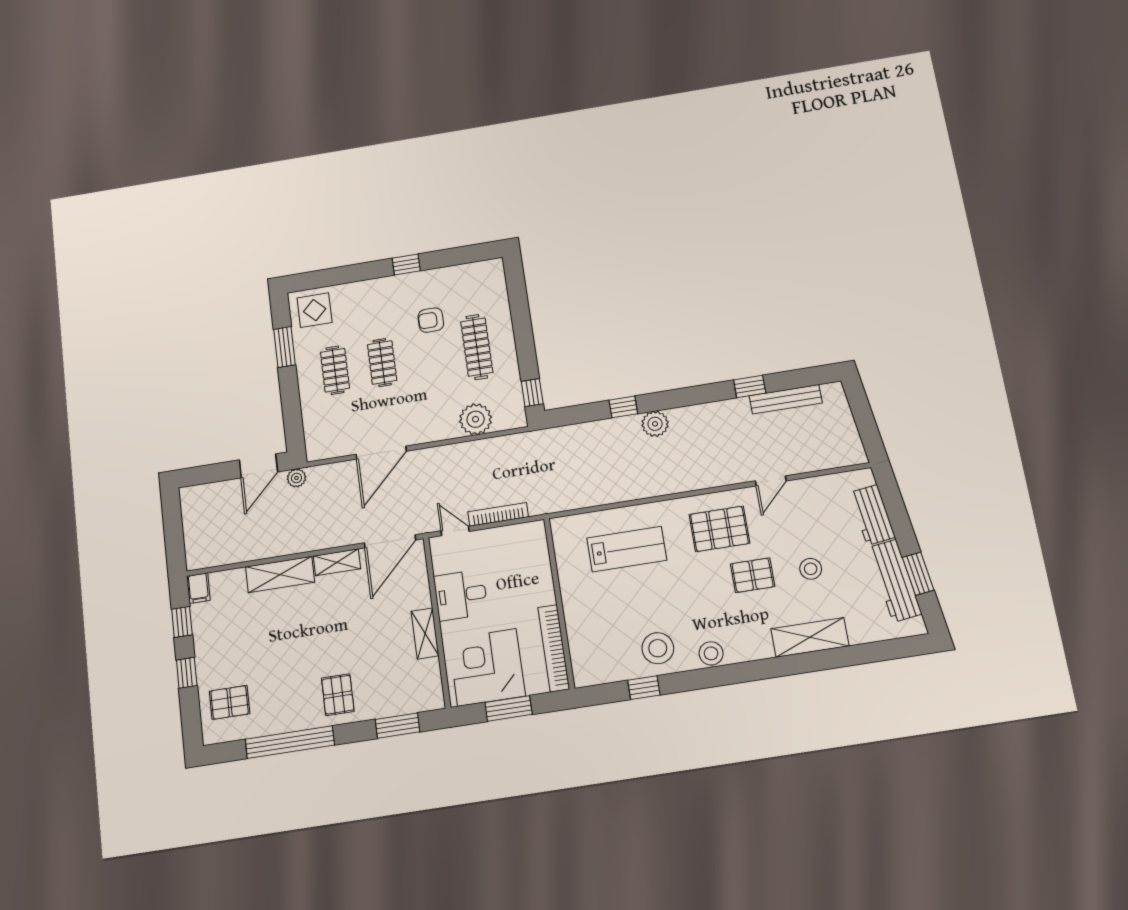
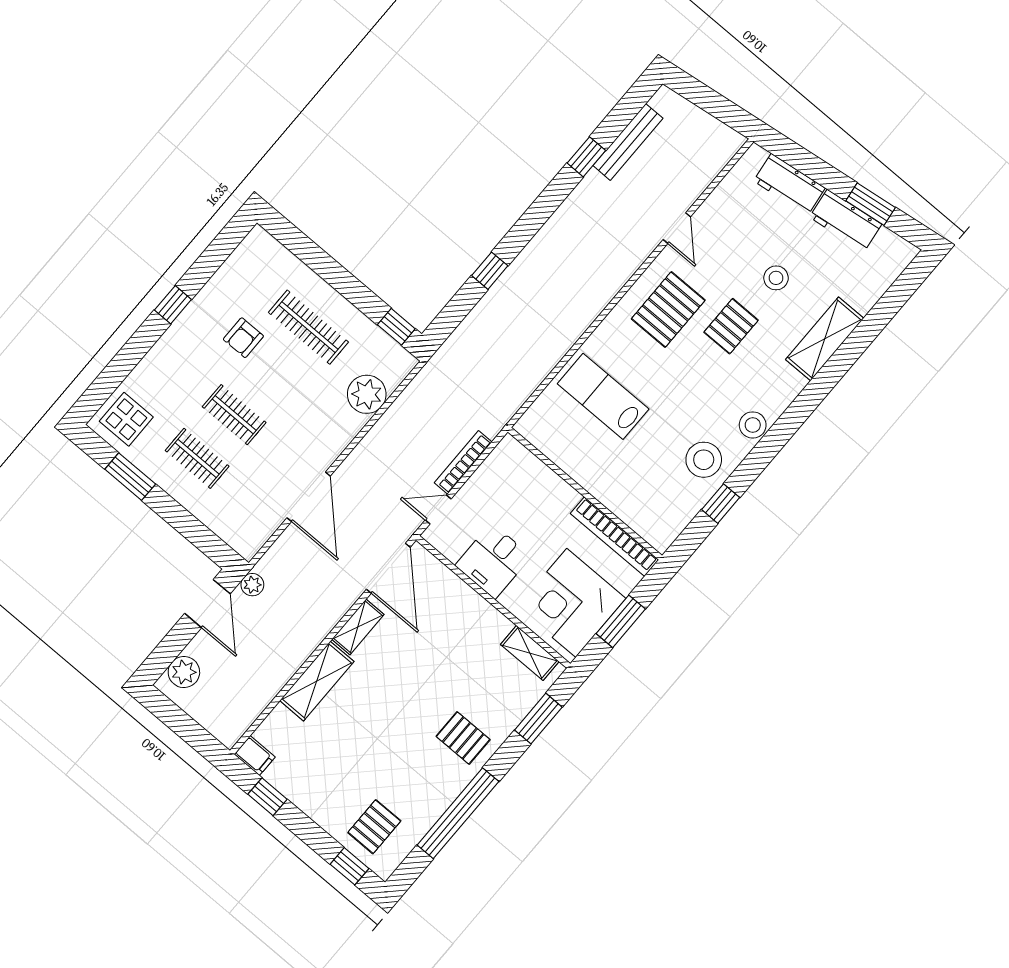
plant: (655, 424) -> (184, 672), moved
lab bench: (627, 549) -> (603, 396), turned -90
workbench: (895, 581) -> (846, 221), width x0.73
shelving: (425, 633) -> (530, 653), moved
window: (187, 673) -> (349, 866), moved

